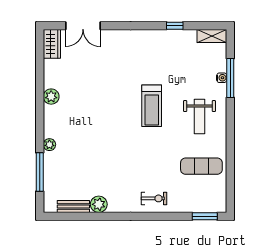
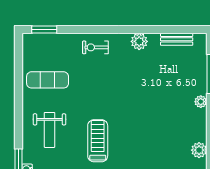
weight bench: (199, 117) -> (49, 130), turned 180
plant: (99, 204) -> (139, 41), moved

